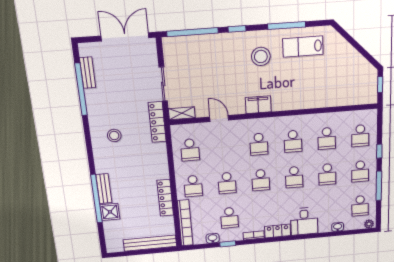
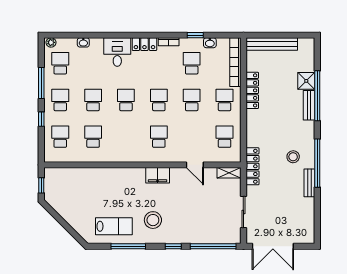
bench: (88, 73) -> (309, 183), moved
sliding door: (163, 84) -> (243, 212), moved
window: (81, 89) -> (317, 163), moved
school desk: (293, 141) -> (126, 137), removed

